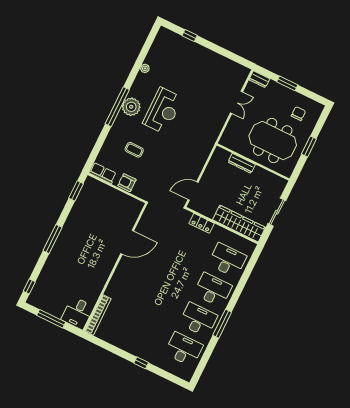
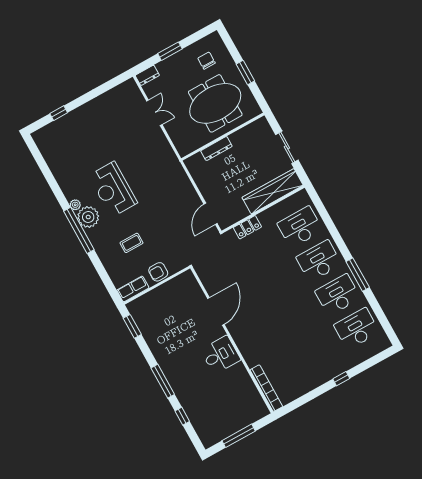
plant: (145, 68) -> (75, 205), moved
reception desk: (163, 111) -> (113, 189), turned 180
window: (29, 286) -> (182, 416), moved
desk: (78, 313) -> (221, 355), moved, turned -90

